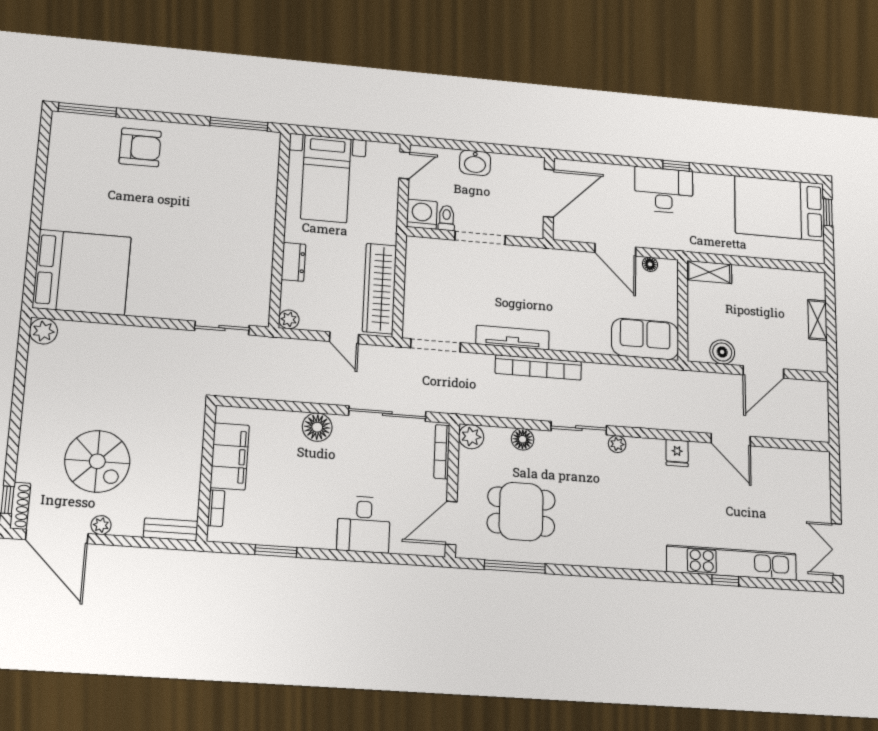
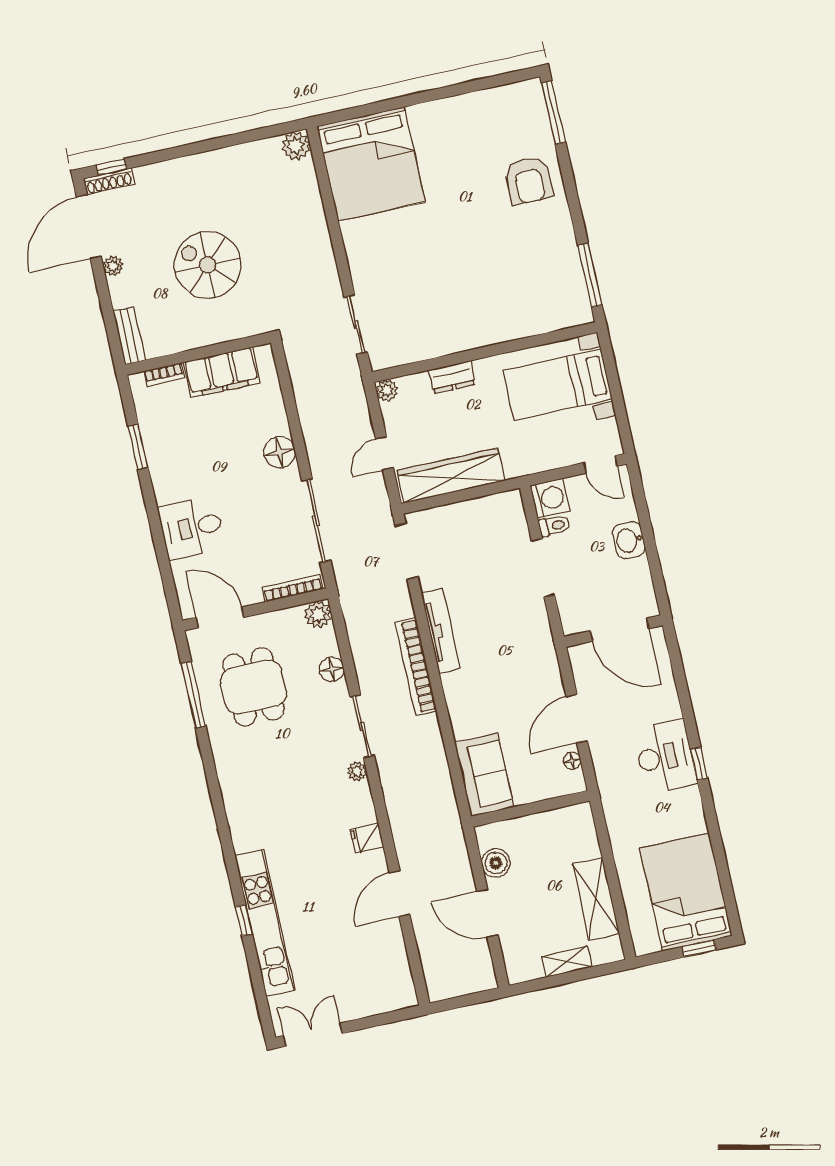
shelving: (709, 272) -> (596, 899), moved, width x1.50, depth x1.33
spiral stairs: (97, 461) -> (208, 265), moved, turned 90

